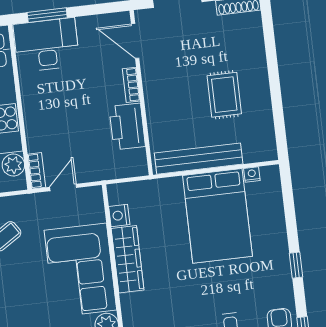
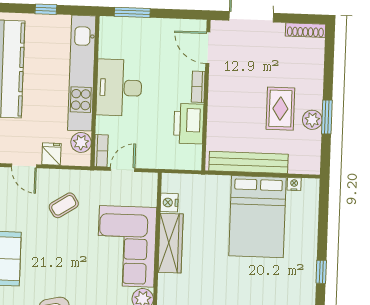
desk: (46, 45) -> (119, 88), moved, turned -90
window: (276, 96) -> (327, 117), added
plant: (261, 102) -> (312, 120), added

